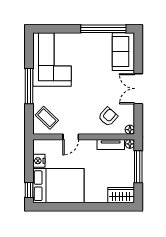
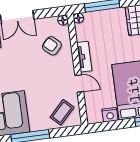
tv unit: (111, 145) -> (84, 57), moved

